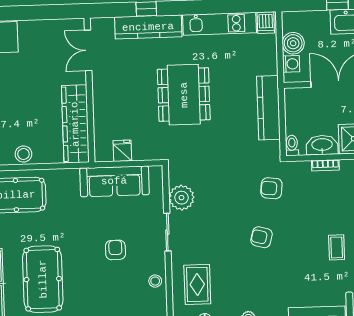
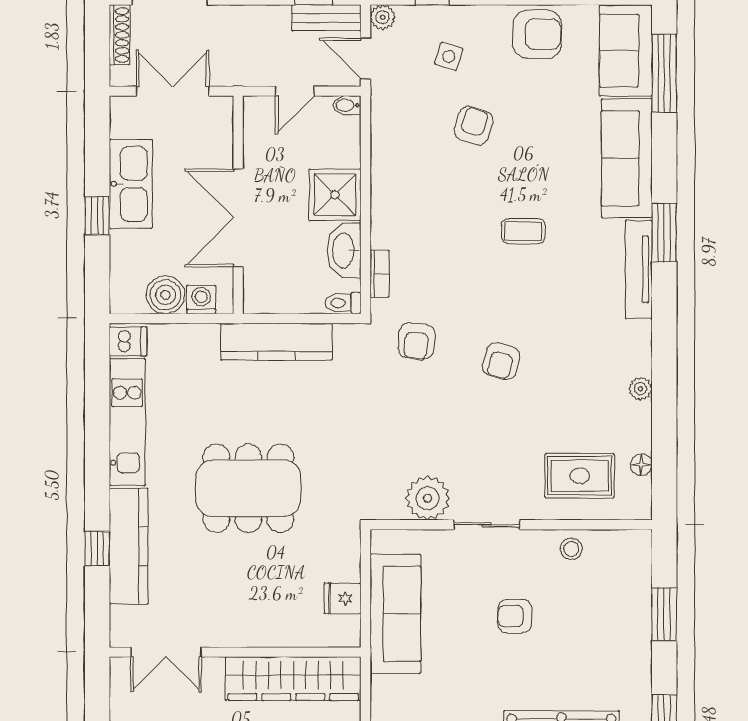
bookcase: (325, 165) -> (380, 274), moved

